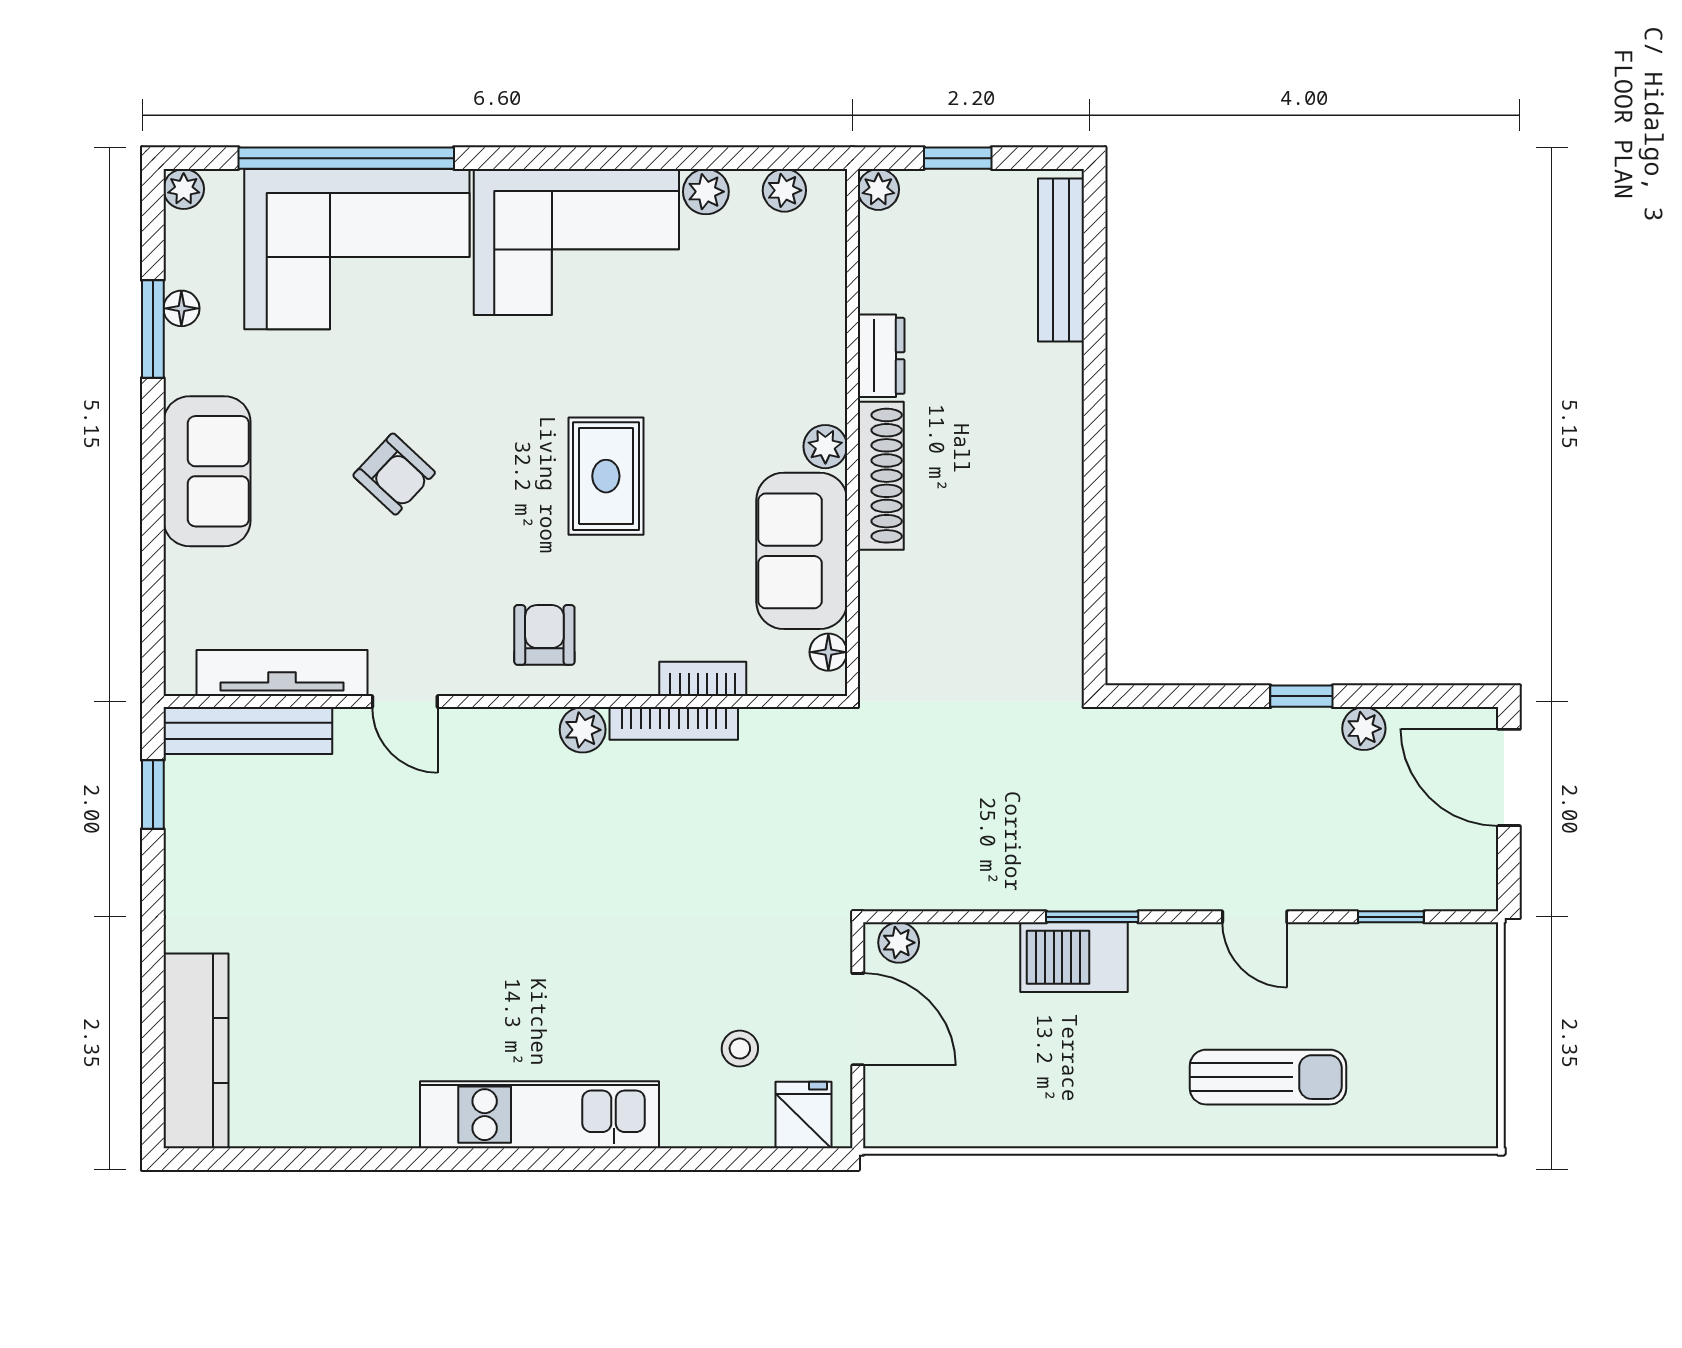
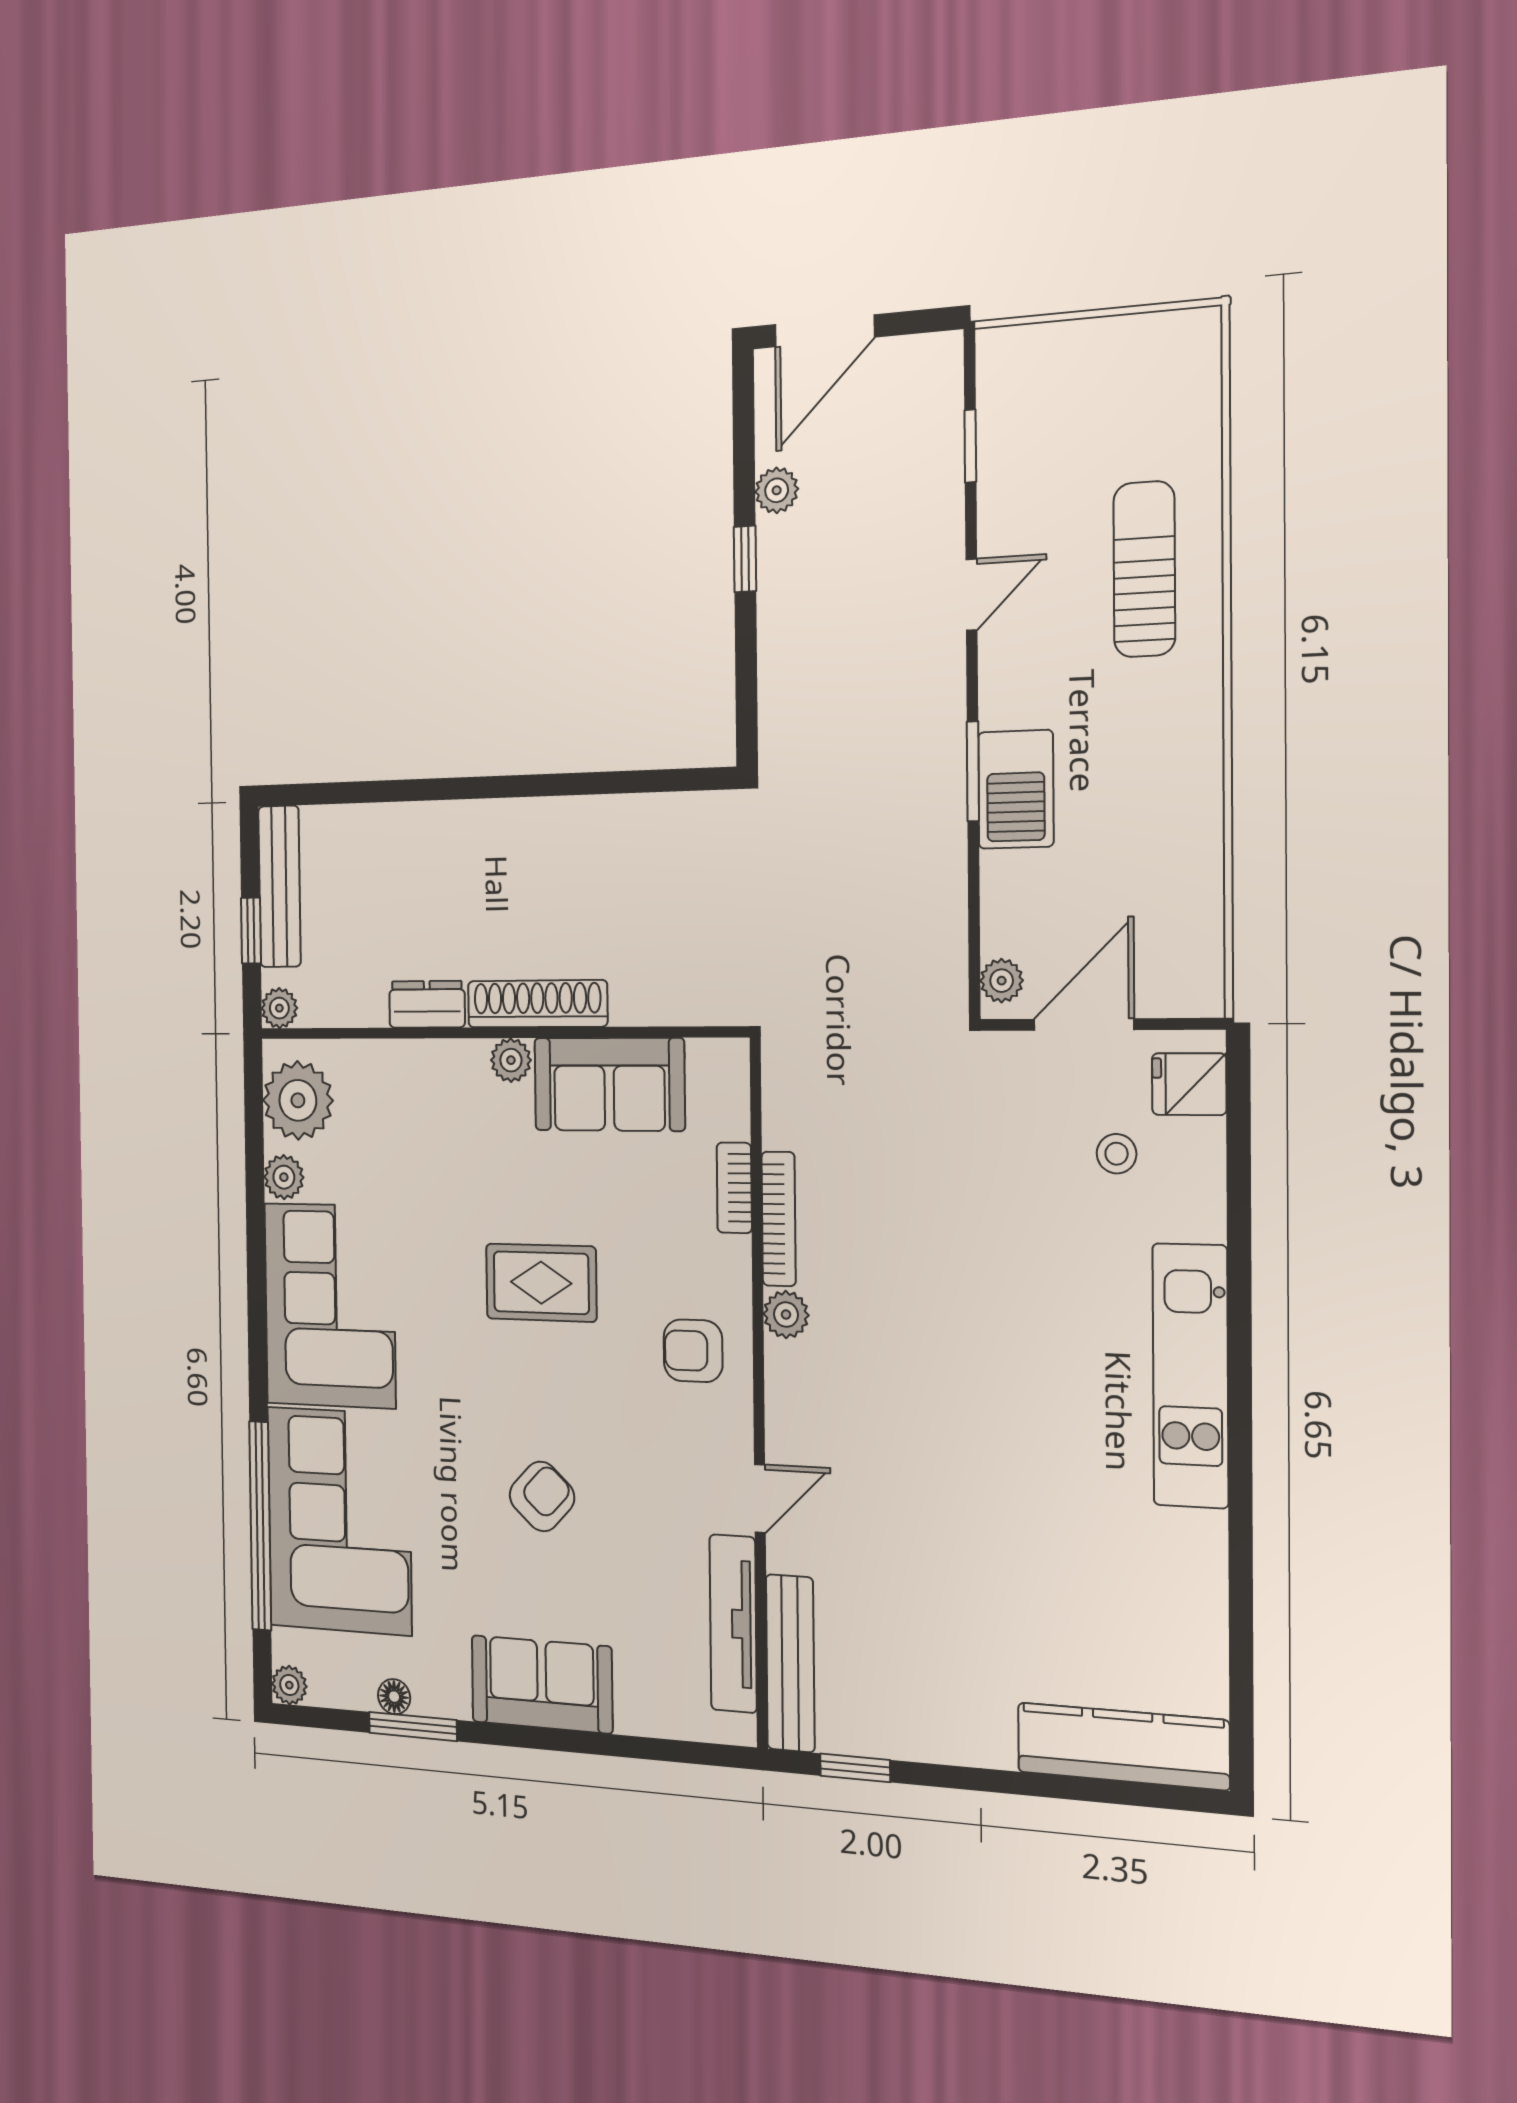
plant: (784, 190) -> (298, 1100), width x1.88, depth x1.88
bench: (1061, 260) -> (279, 886), moved, turned 90
floor lamp: (828, 652) -> (707, 1057), removed

